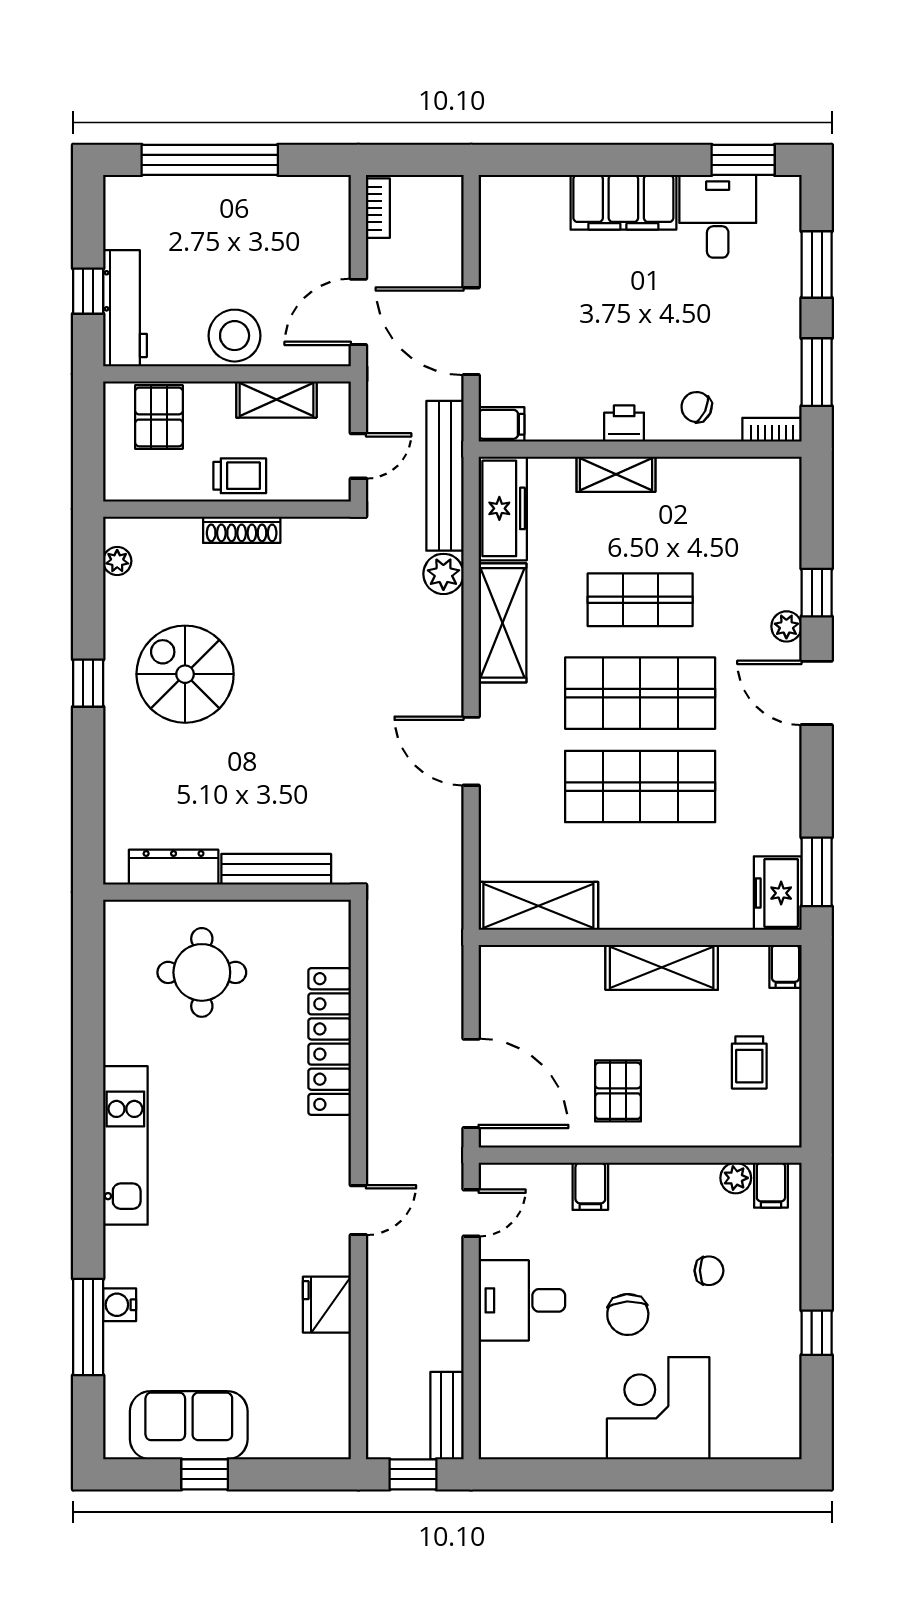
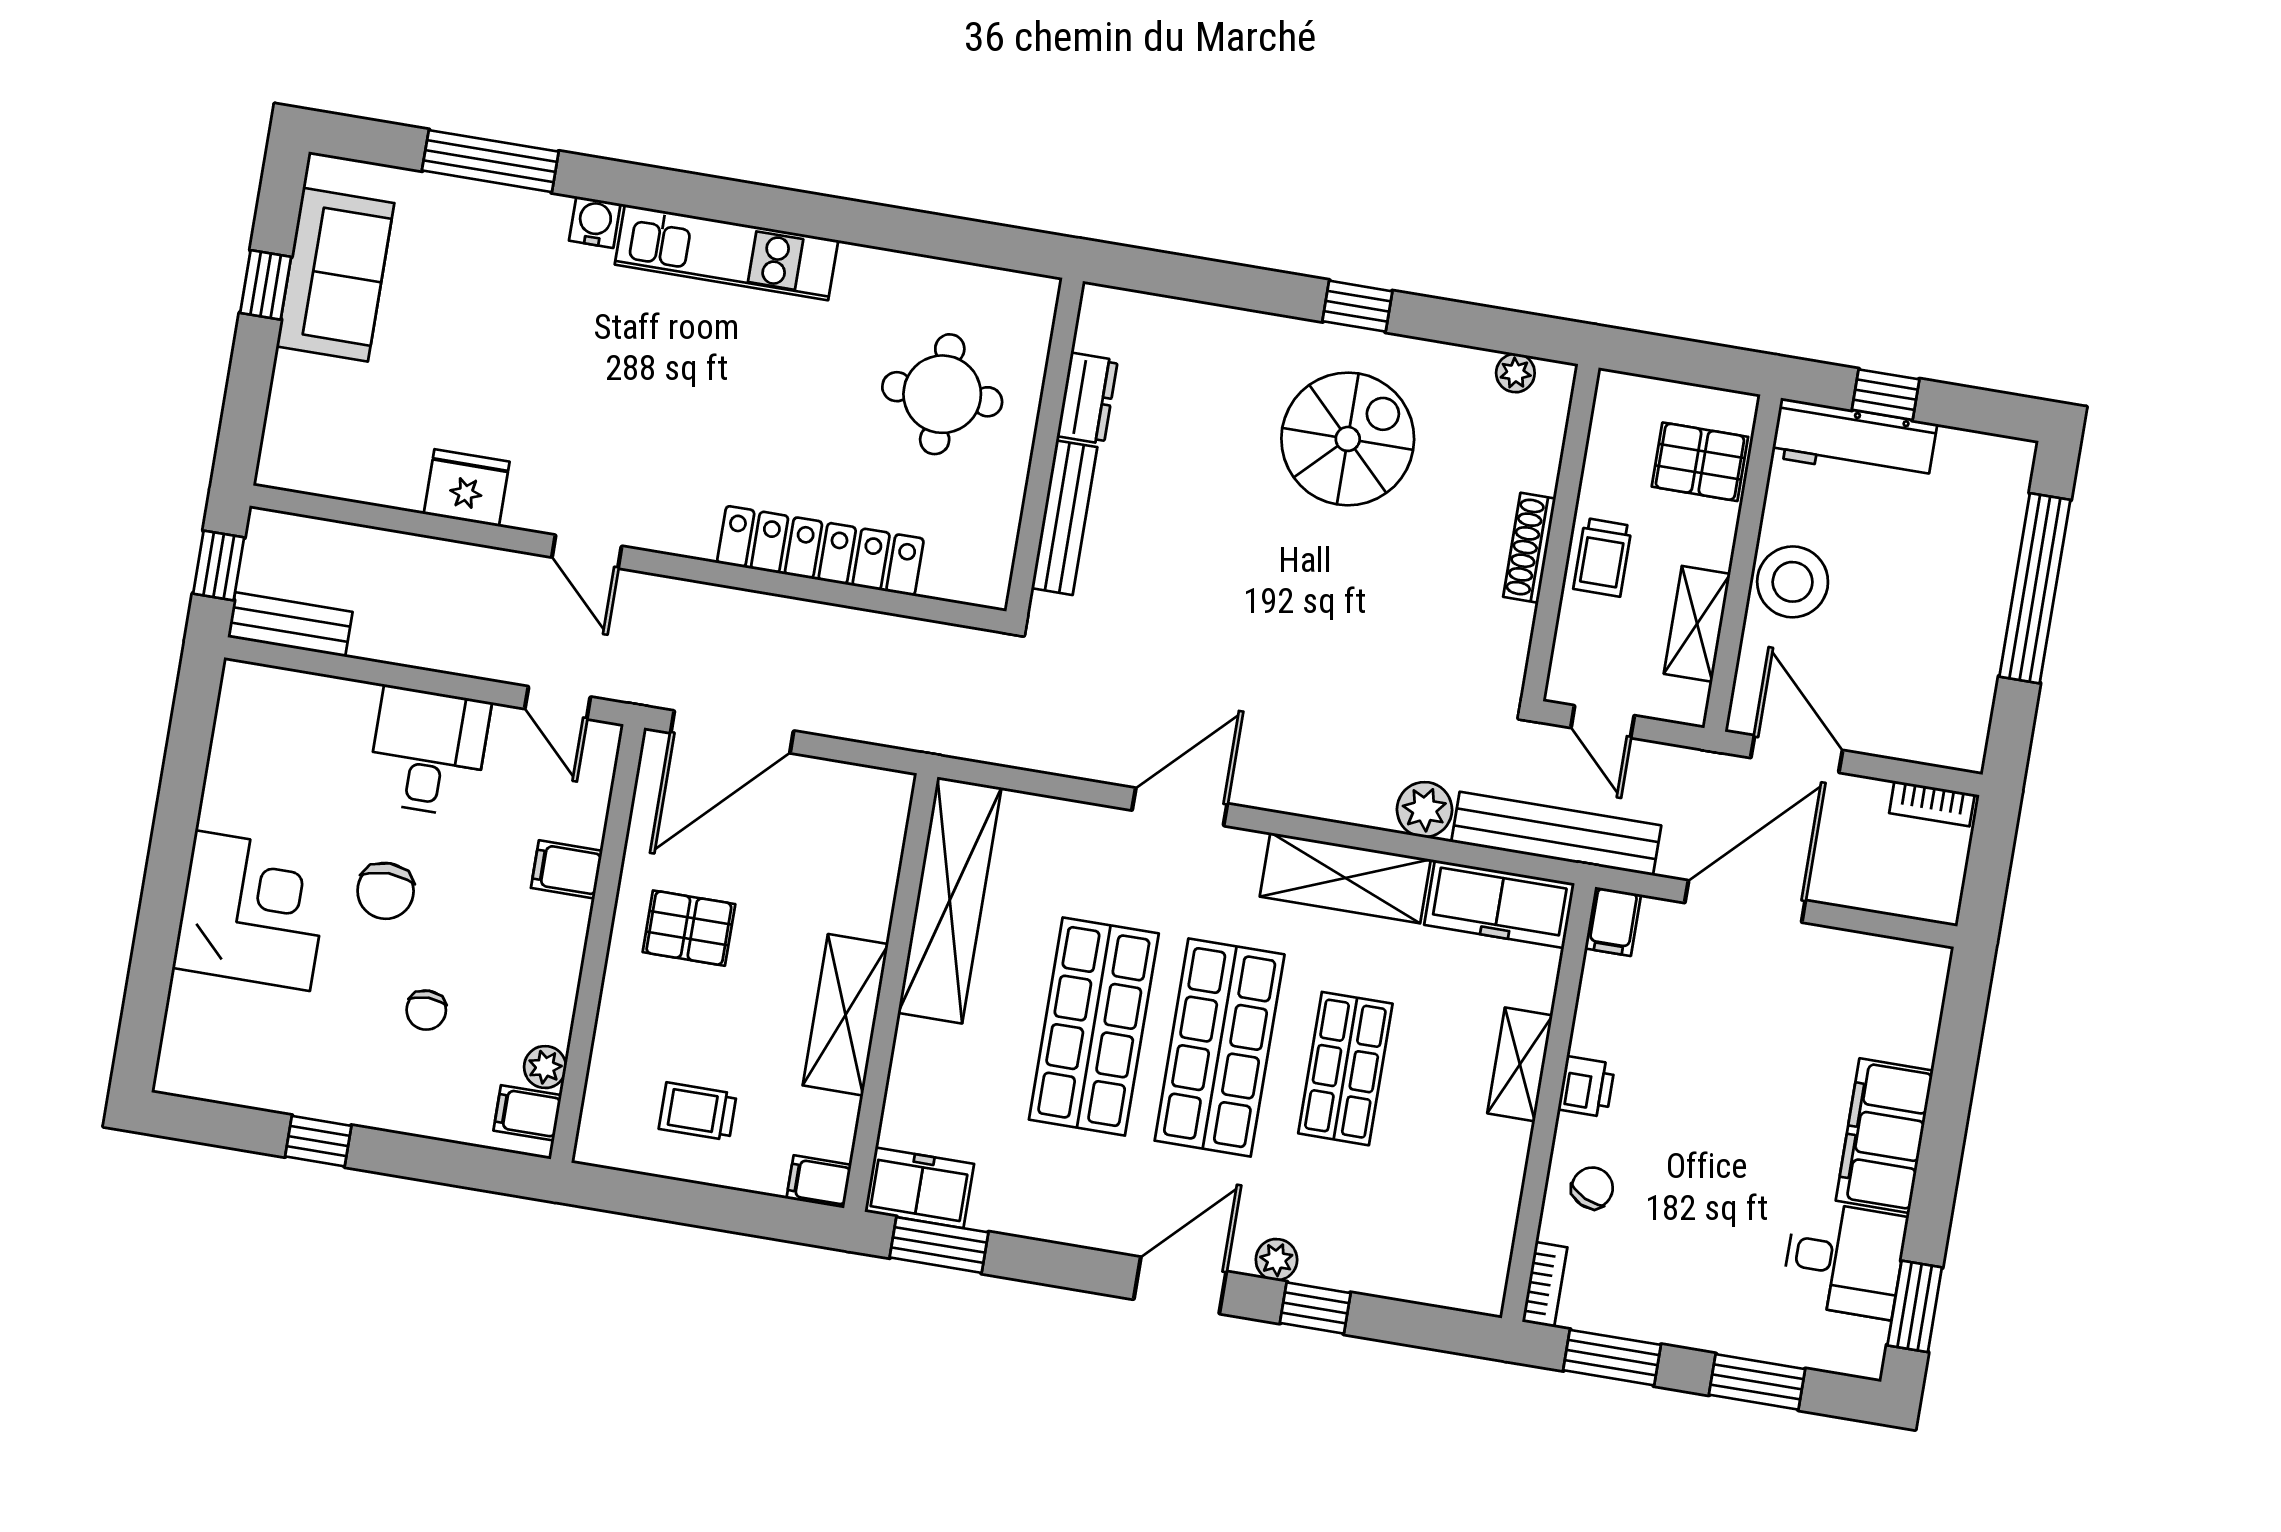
dresser: (174, 867) -> (1087, 398), width x0.70
shelving: (538, 906) -> (950, 900), width x1.47
water cooler: (120, 1305) -> (595, 222), moved
chair: (628, 1314) -> (386, 891), turned -87

